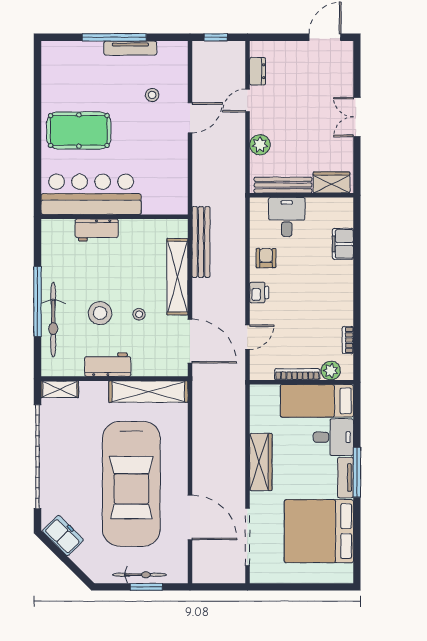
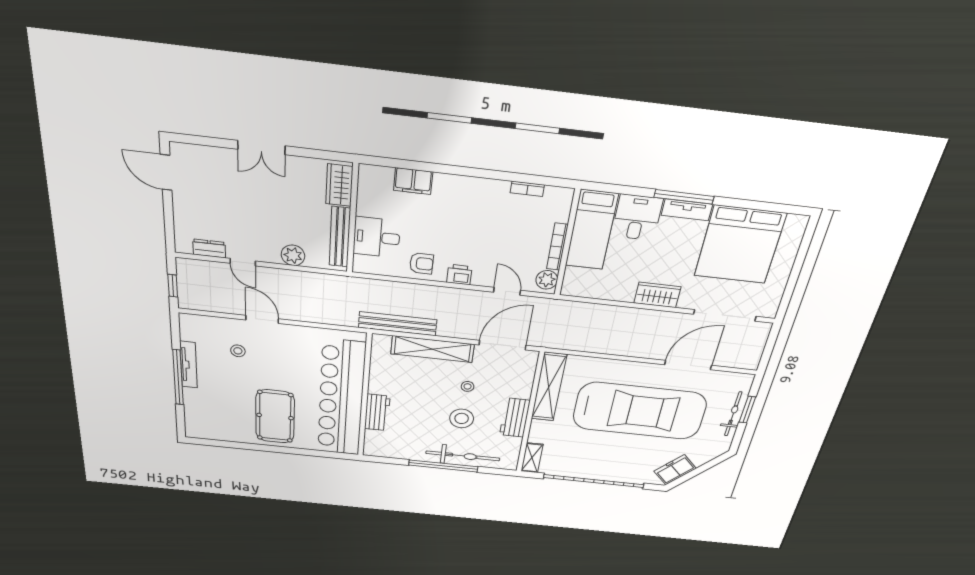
bar counter: (91, 194) -> (341, 398), width x1.36
armchair: (266, 258) -> (421, 264), turned 180
plant: (331, 371) -> (547, 280), moved
wardrobe: (261, 462) -> (657, 295), width x0.67

